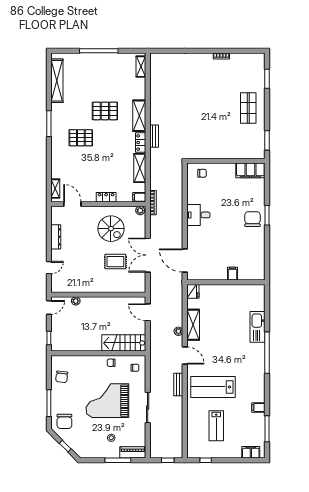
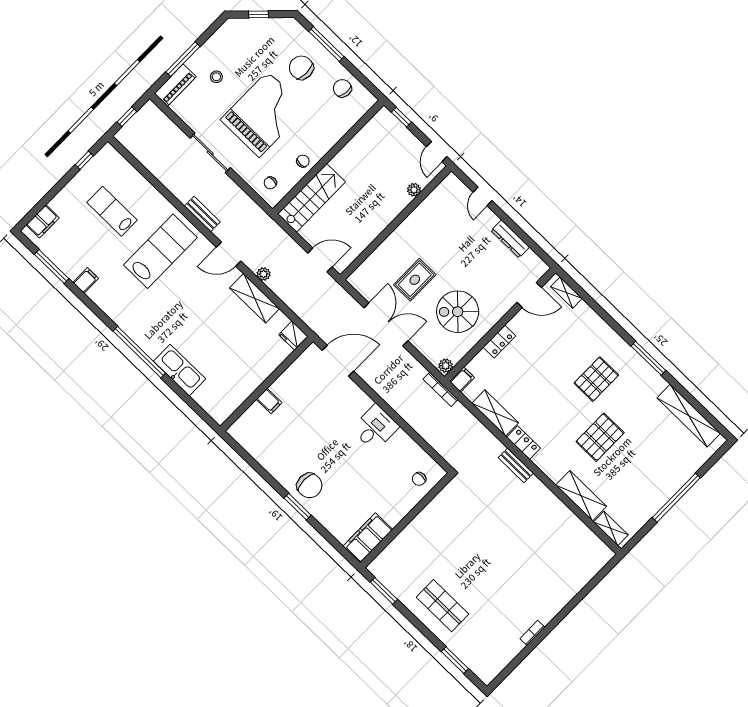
shelving: (139, 116) -> (581, 496), moved
chair: (64, 421) -> (301, 68), moved

